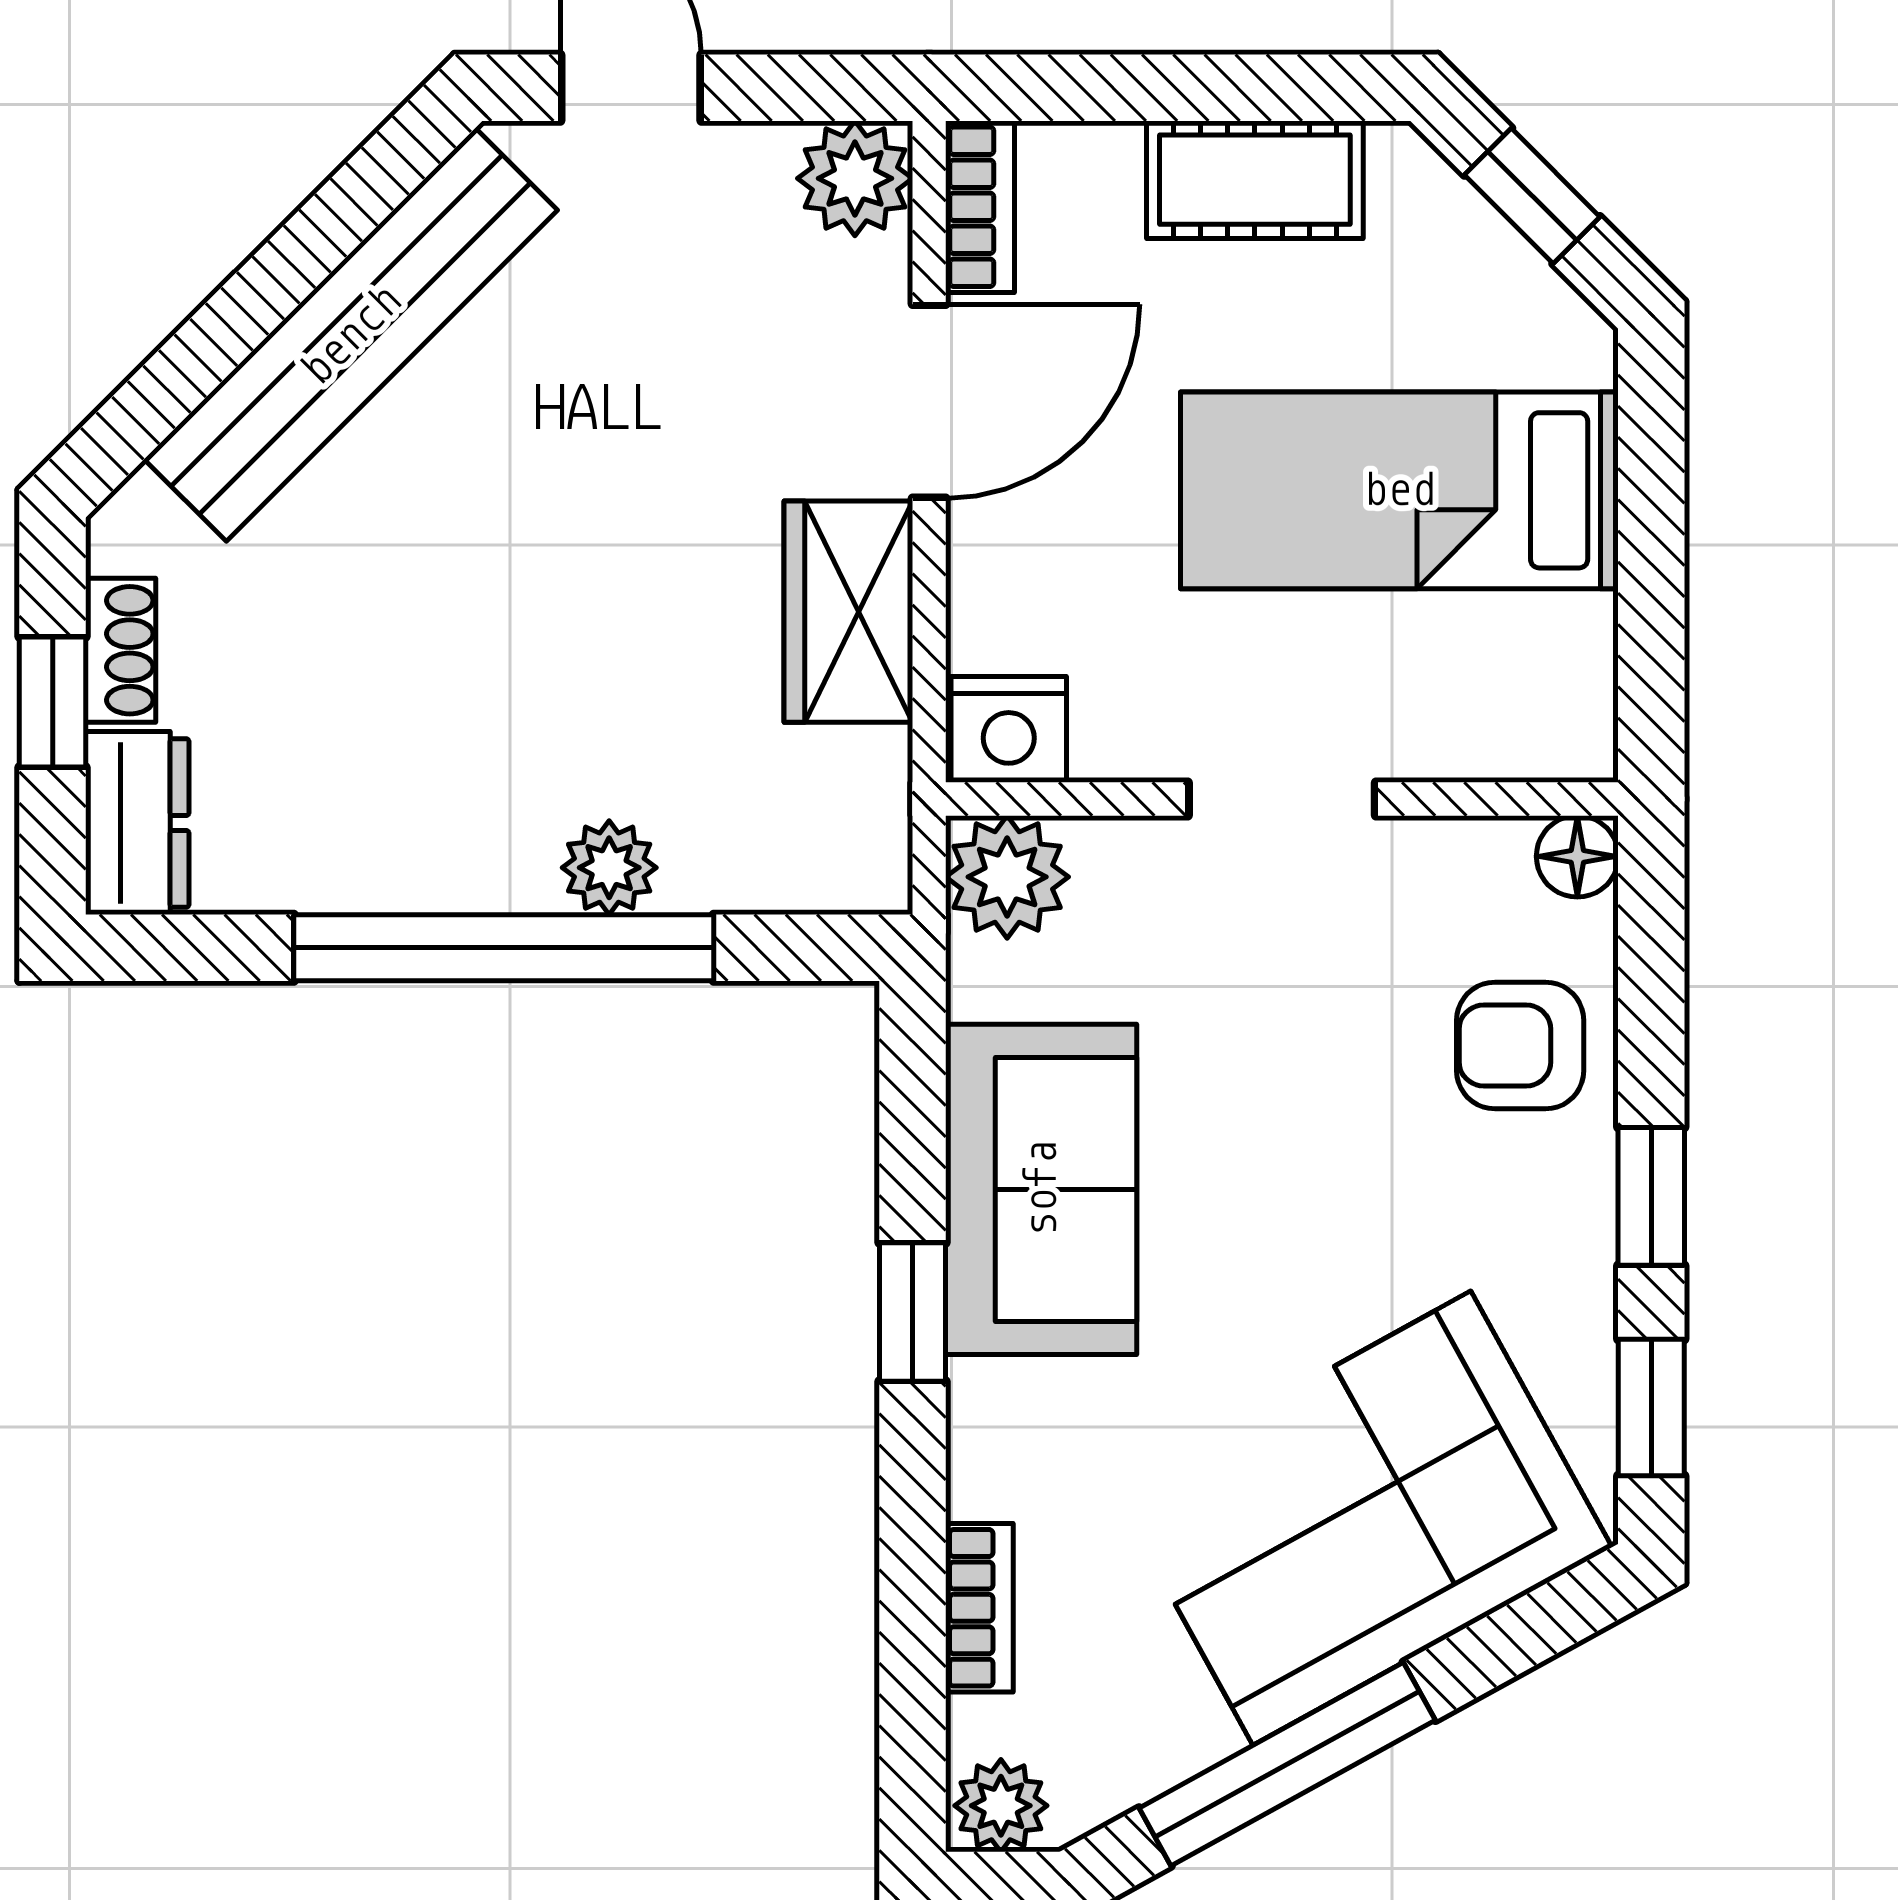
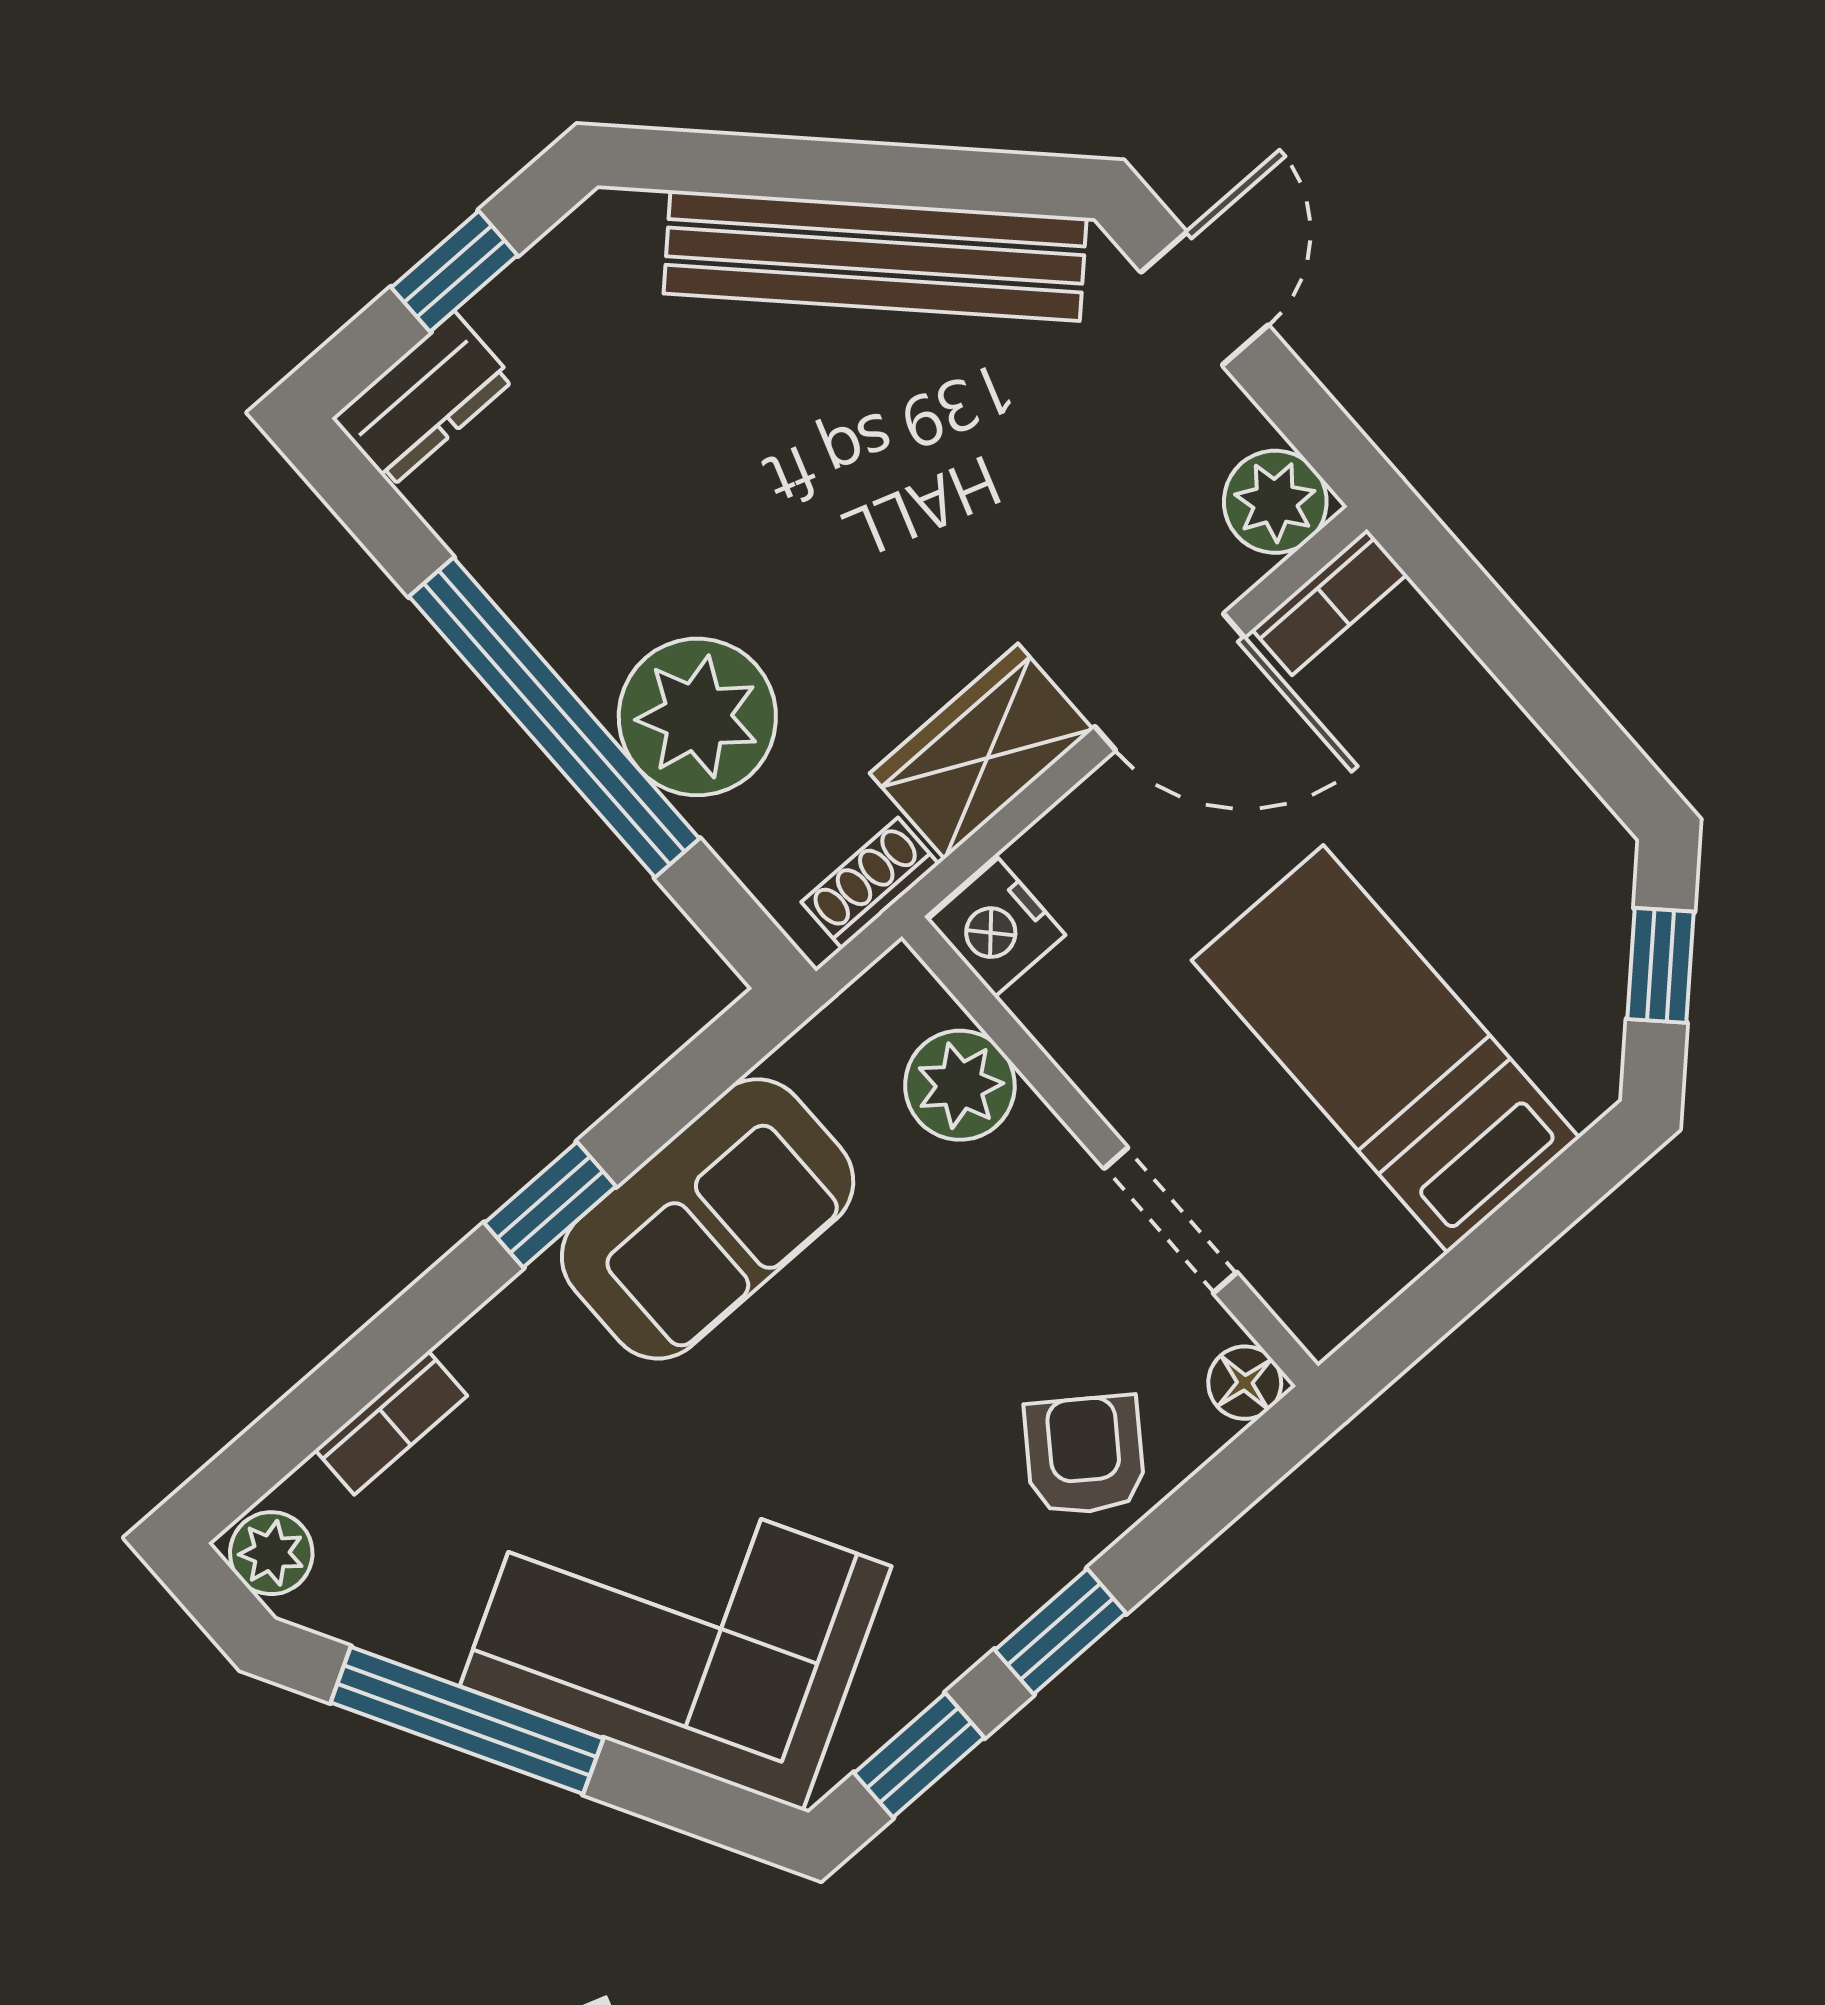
cot: (1255, 180) -> (1509, 770), removed
shoe rack: (121, 650) -> (870, 883), moved, turned 180
doorway: (1282, 799) -> (1171, 1220), moved
plant: (609, 868) -> (697, 717), width x1.87, depth x1.87
plant: (1007, 877) -> (960, 1085), moved
armchair: (1520, 1045) -> (1085, 1455), turned 36

